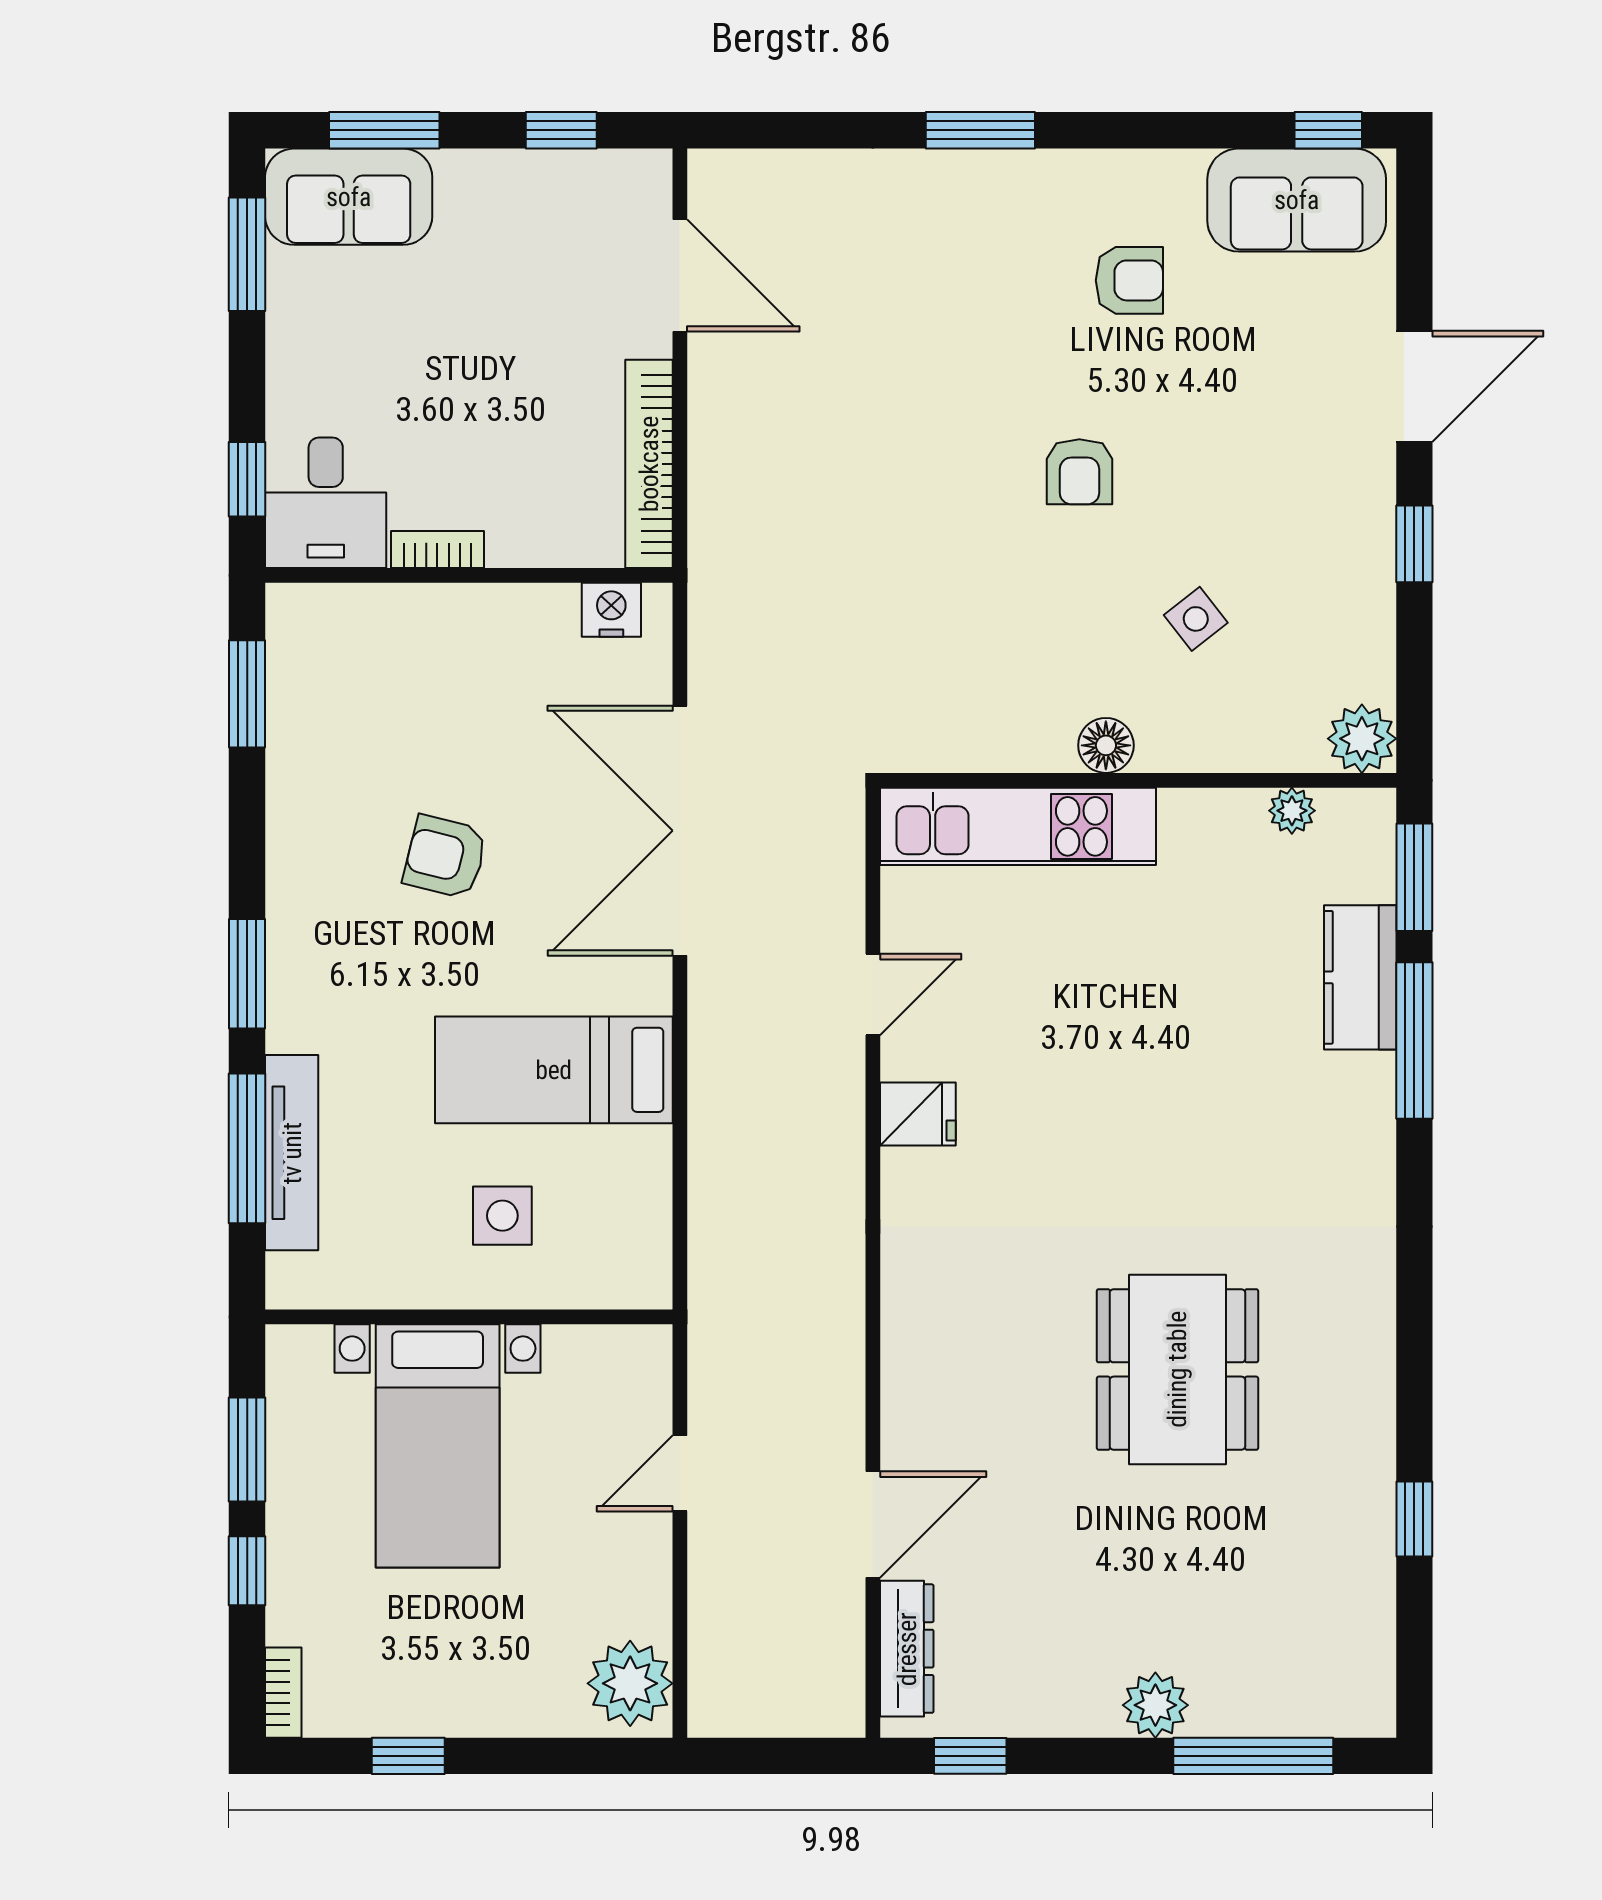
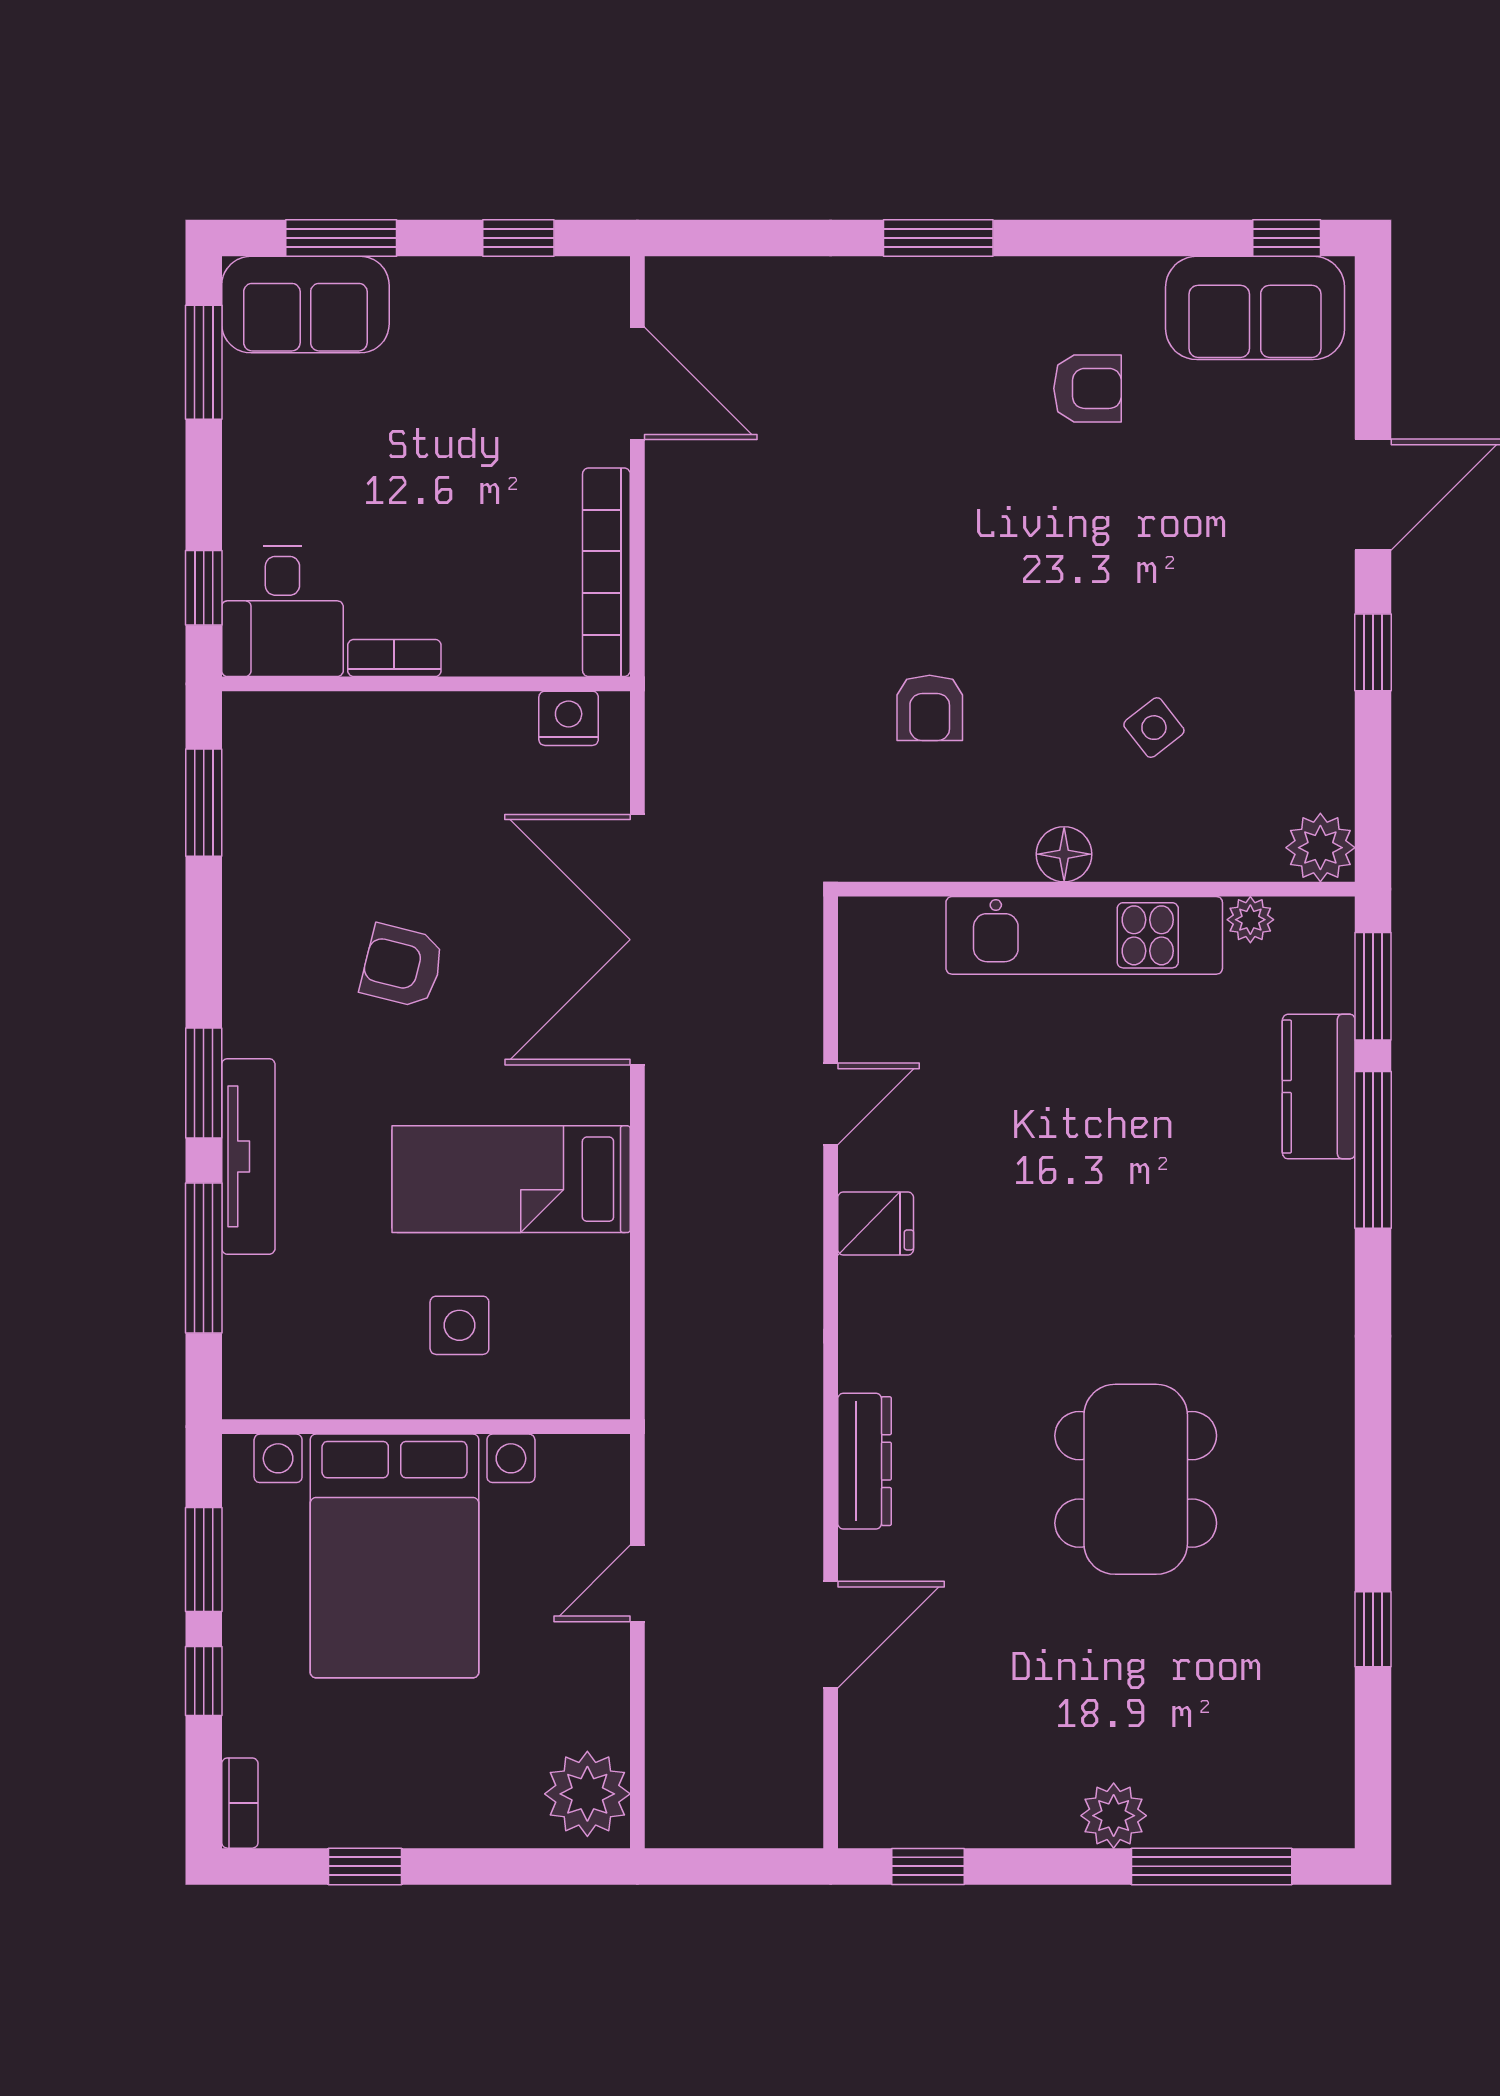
armchair: (1079, 472) -> (930, 708), moved
kitchen unit: (1018, 826) -> (1084, 935), moved
tv unit: (292, 1153) -> (248, 1156), moved
bed with nightstands: (438, 1446) -> (394, 1556), width x1.36
dresser: (907, 1649) -> (864, 1461), moved

